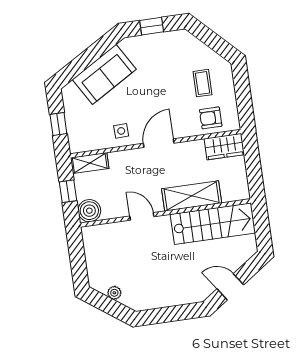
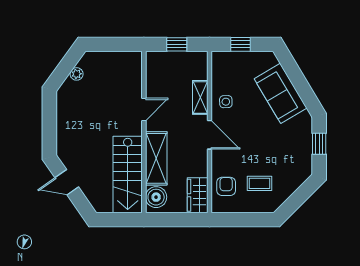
shelving: (90, 163) -> (200, 97), moved
boiler: (89, 211) -> (156, 197), moved
door: (230, 287) -> (67, 182), swing flipped

